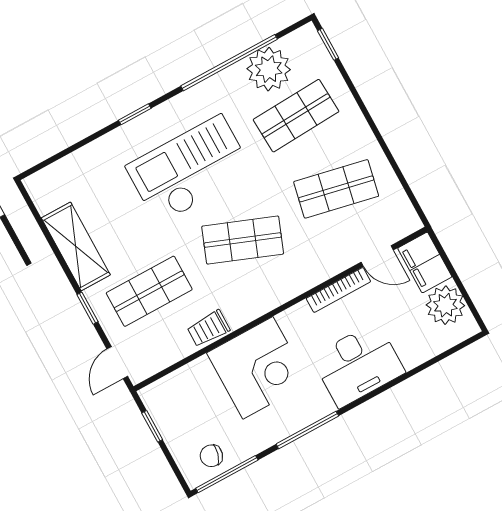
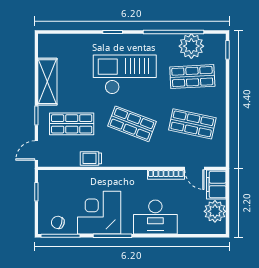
corner desk: (258, 368) -> (99, 213), moved, turned 180

